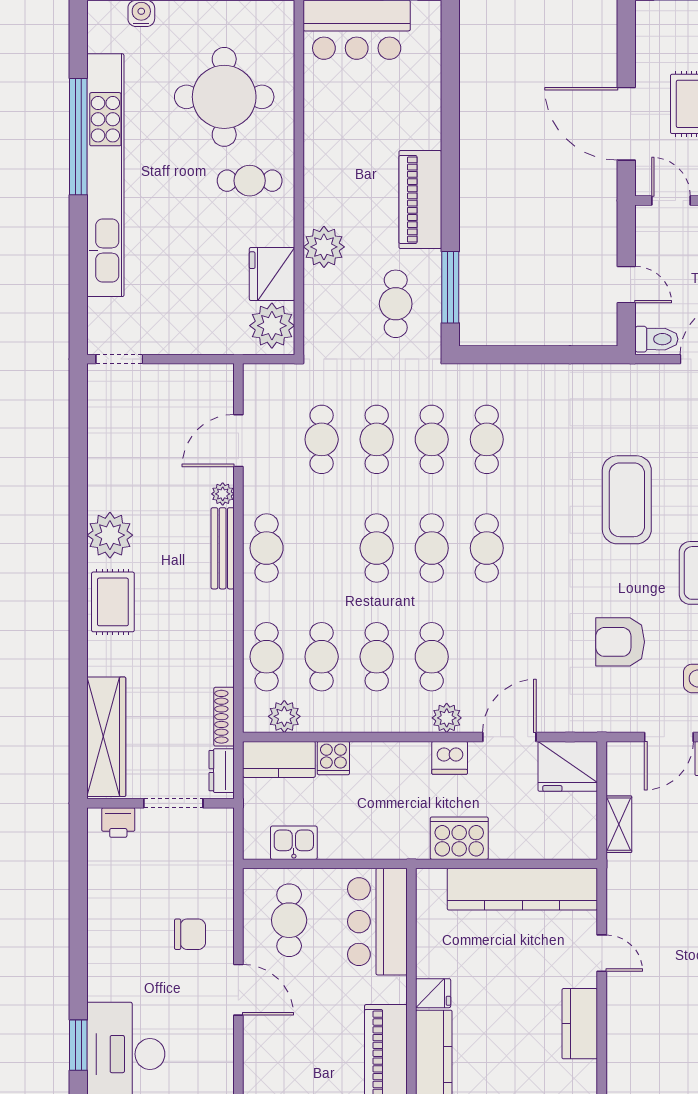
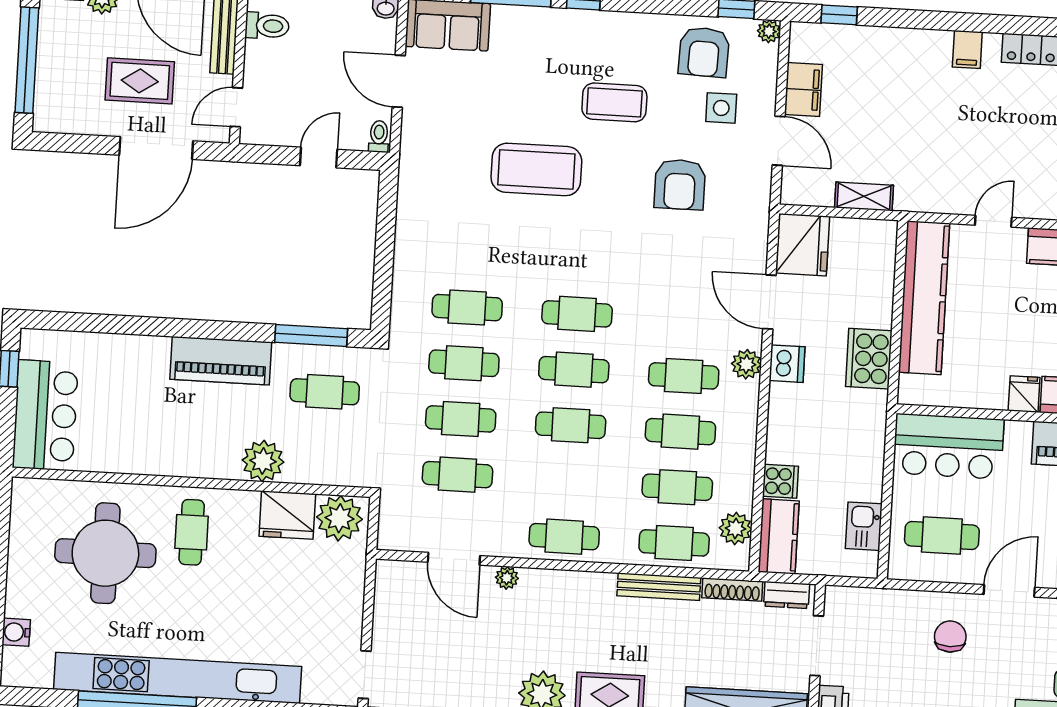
toilet: (656, 339) -> (379, 136), width x0.73, depth x0.72
bench: (223, 548) -> (659, 587), moved

